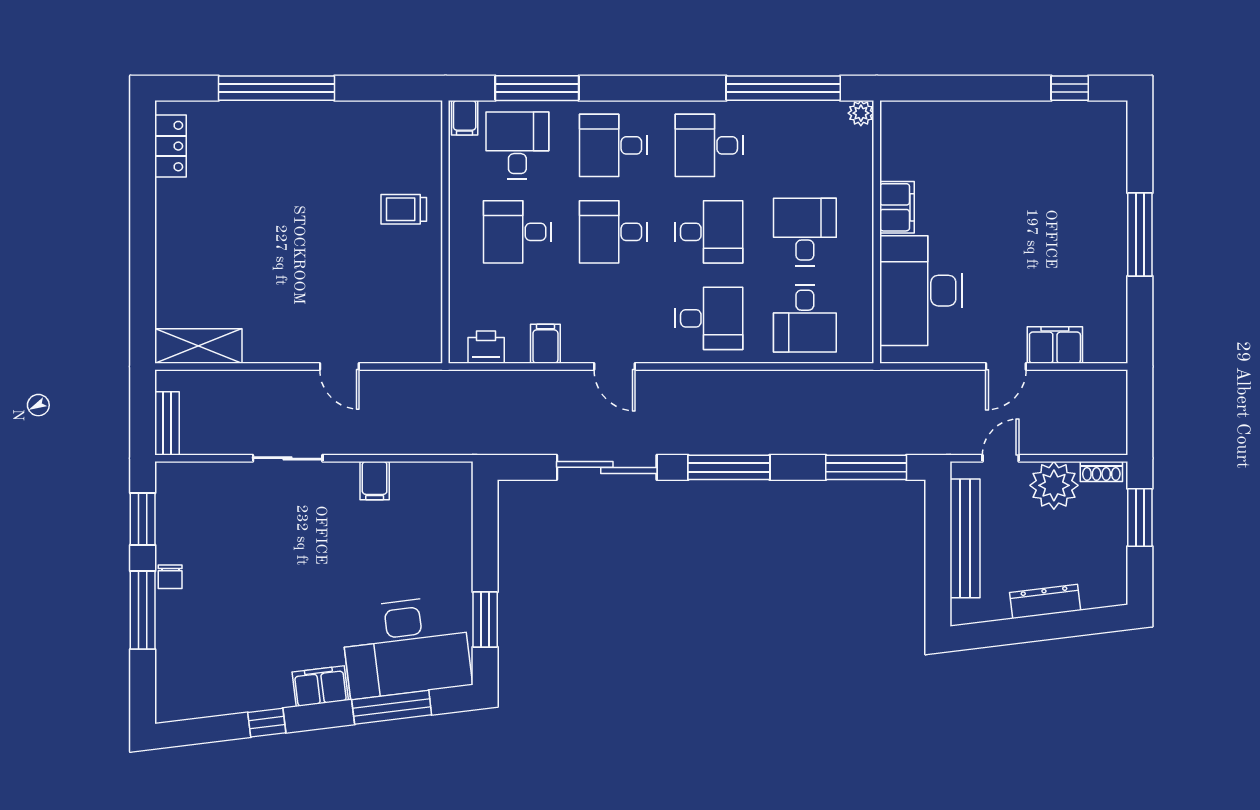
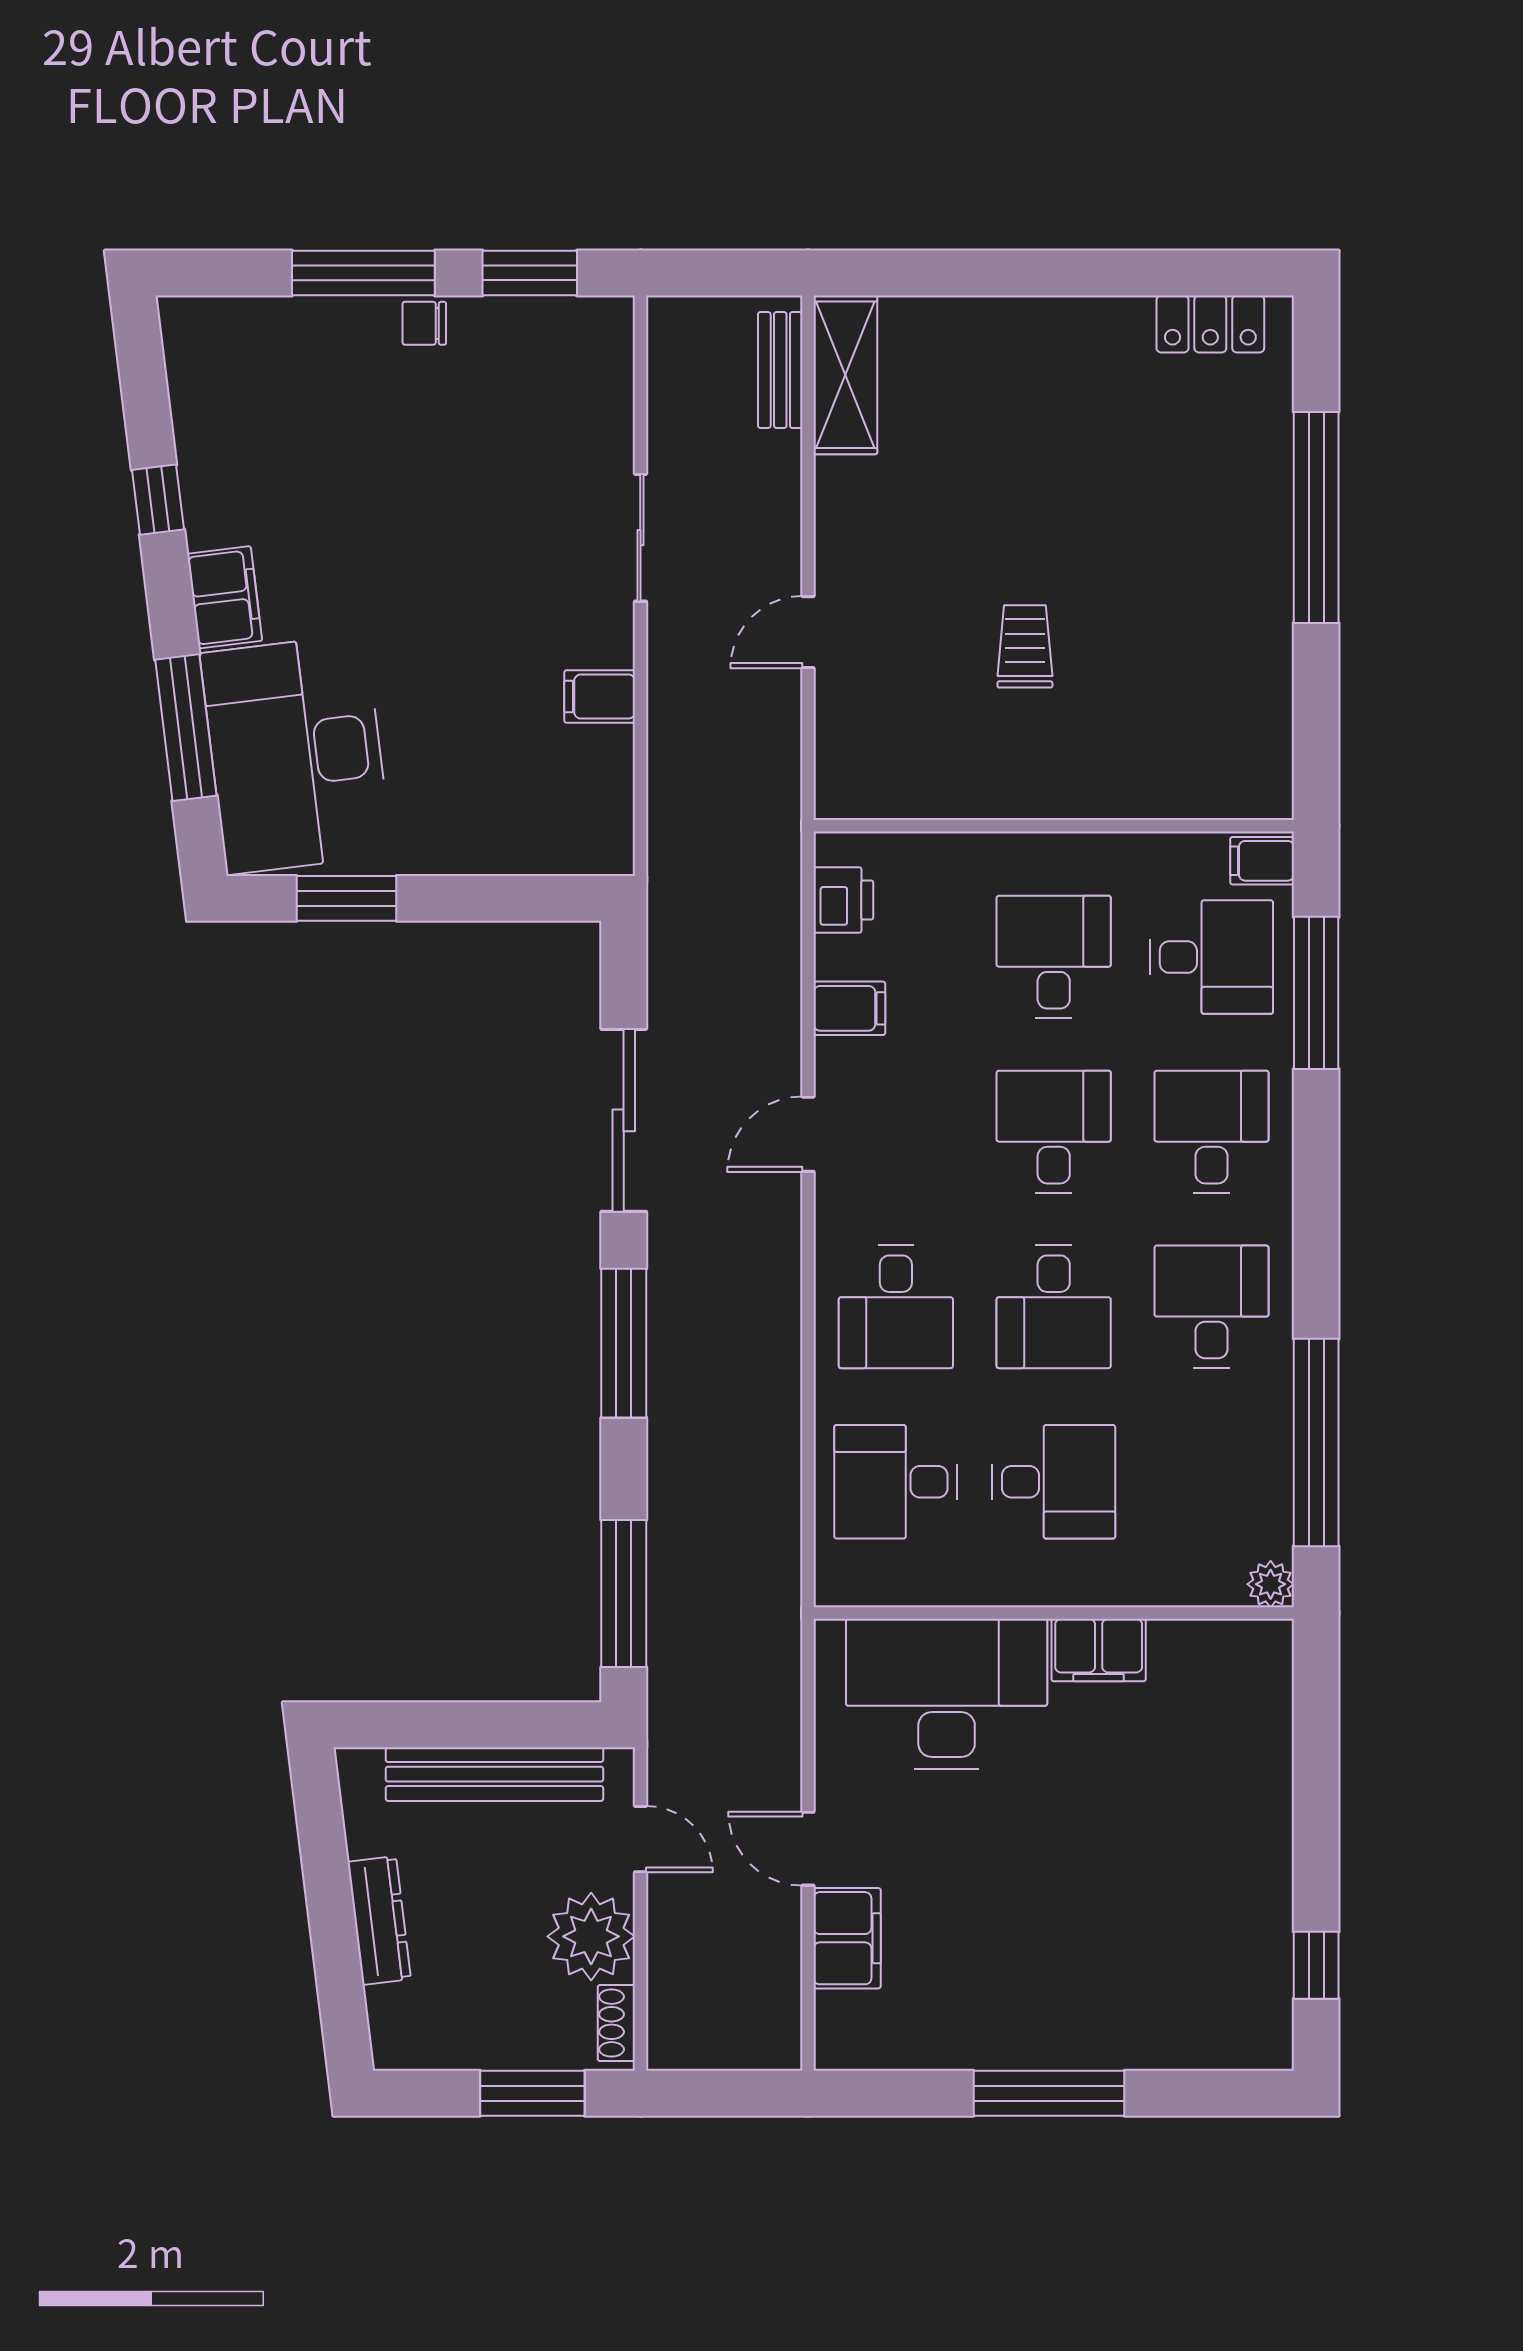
trolley: (404, 209) -> (1025, 646), moved
bench: (167, 423) -> (780, 370), moved, turned 90

